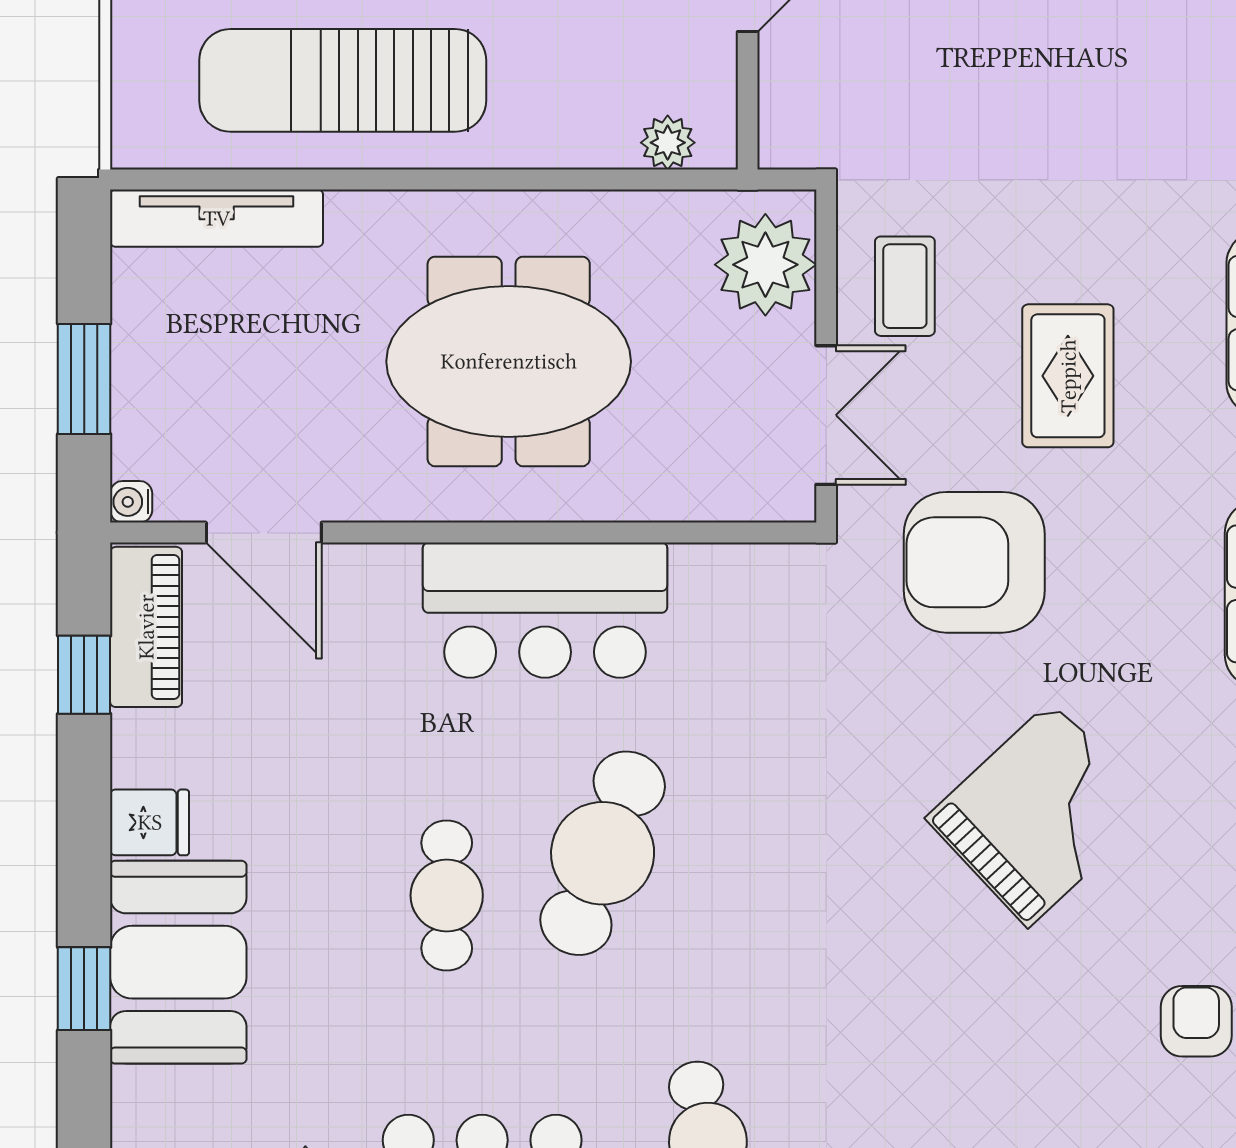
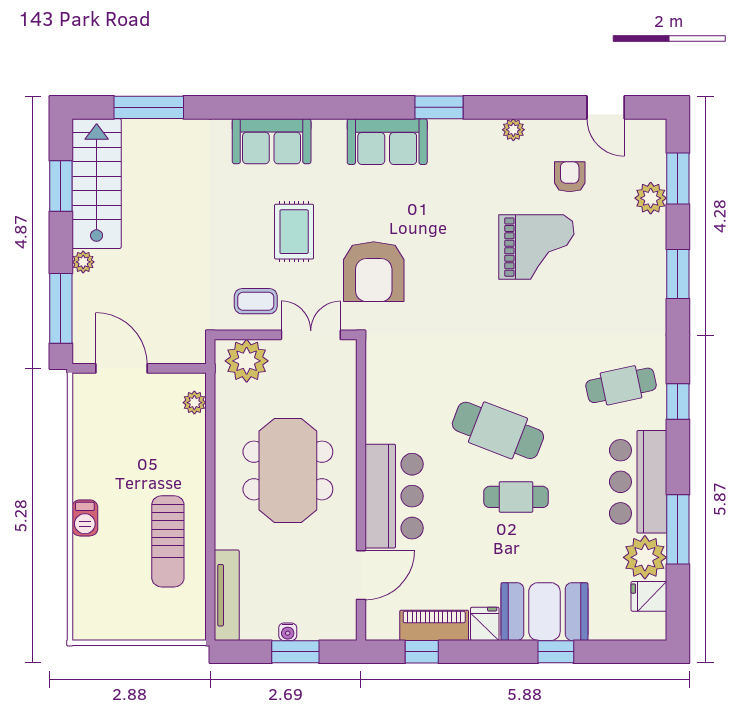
sun lounger: (343, 80) -> (168, 541), width x0.73, depth x0.75
rug: (1068, 376) -> (294, 232), turned 90
water cooler: (131, 502) -> (288, 632), moved
bar counter: (545, 610) -> (394, 496), moved
piano: (146, 627) -> (434, 625), moved
grand piano: (1040, 814) -> (536, 247), moved, turned 133
armchair: (1196, 1021) -> (570, 177), turned 90

